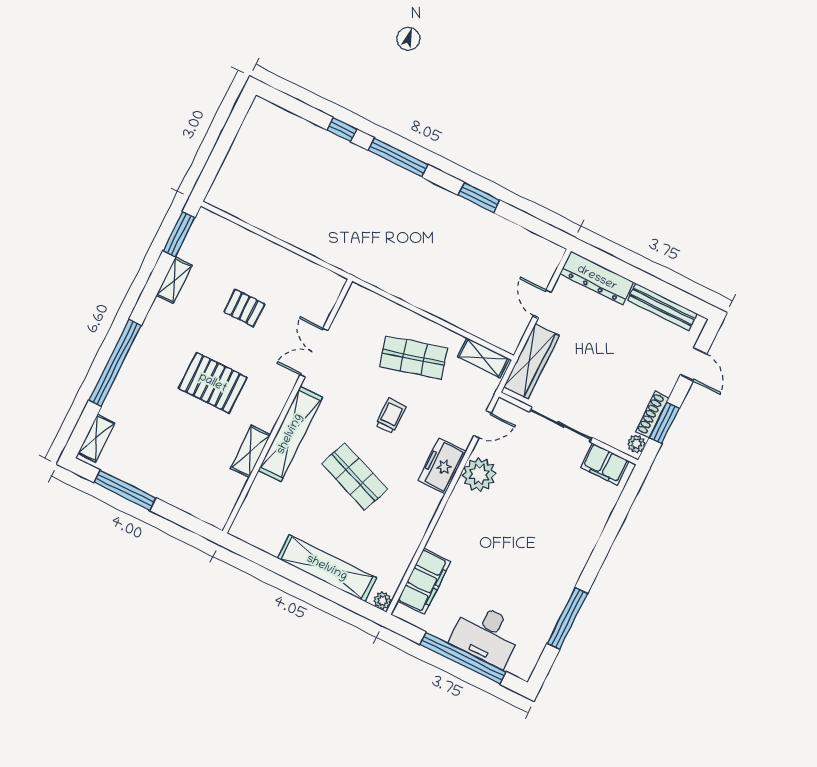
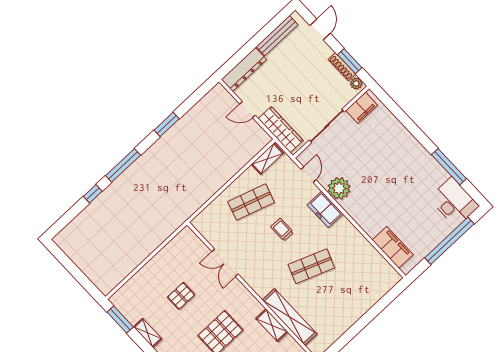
shop shelf: (414, 358) -> (251, 202), turned 33
door: (693, 364) -> (320, 29), hinge flipped
shelving: (290, 434) -> (290, 317), moved
shelving: (327, 568) -> (362, 305), removed
plant: (383, 601) -> (395, 278), removed
desk: (486, 635) -> (454, 202), moved, turned -90

